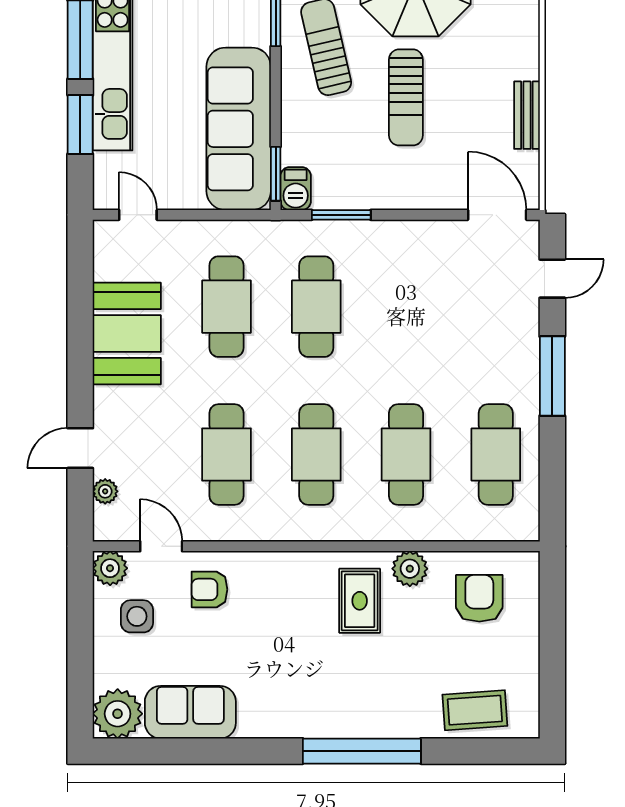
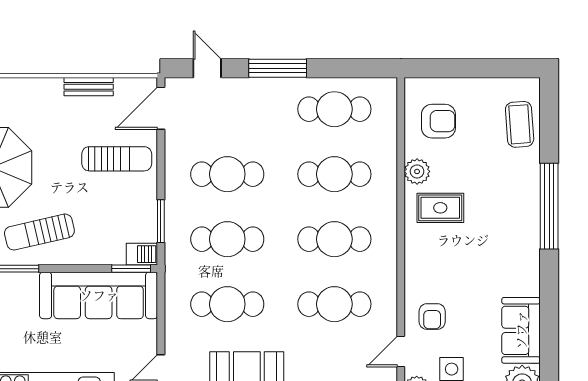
sun lounger: (406, 97) -> (117, 159), moved
cafe table: (406, 307) -> (227, 174), added
armchair: (479, 598) -> (438, 121), turned 180

